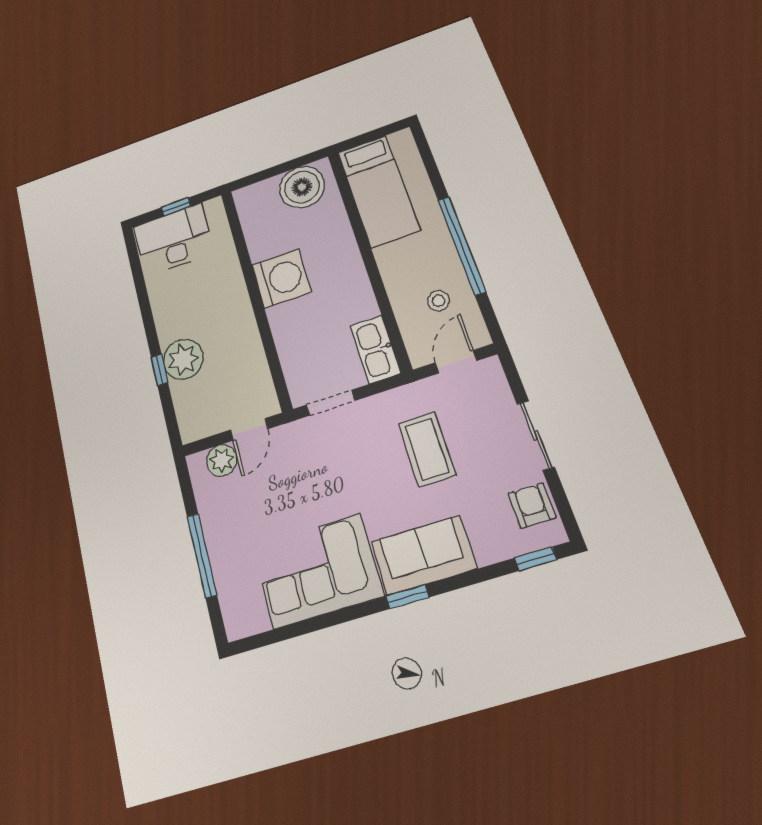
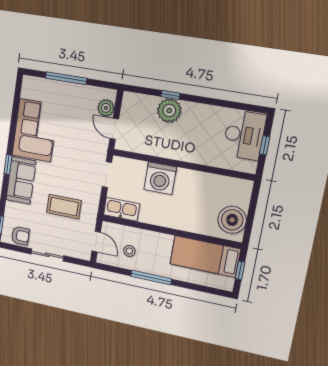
window: (371, 136) -> (240, 270), added
window: (462, 245) -> (151, 277), width x0.68
washing machine: (281, 278) -> (160, 178), moved

